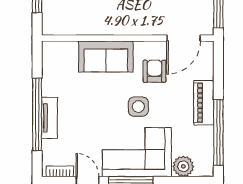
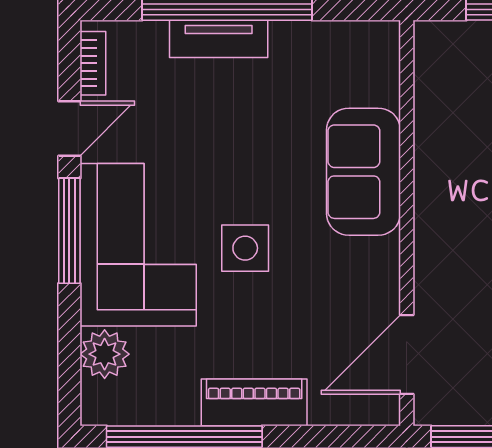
door: (183, 38) -> (407, 355), hinge flipped
armchair: (154, 71) -> (329, 286), removed

